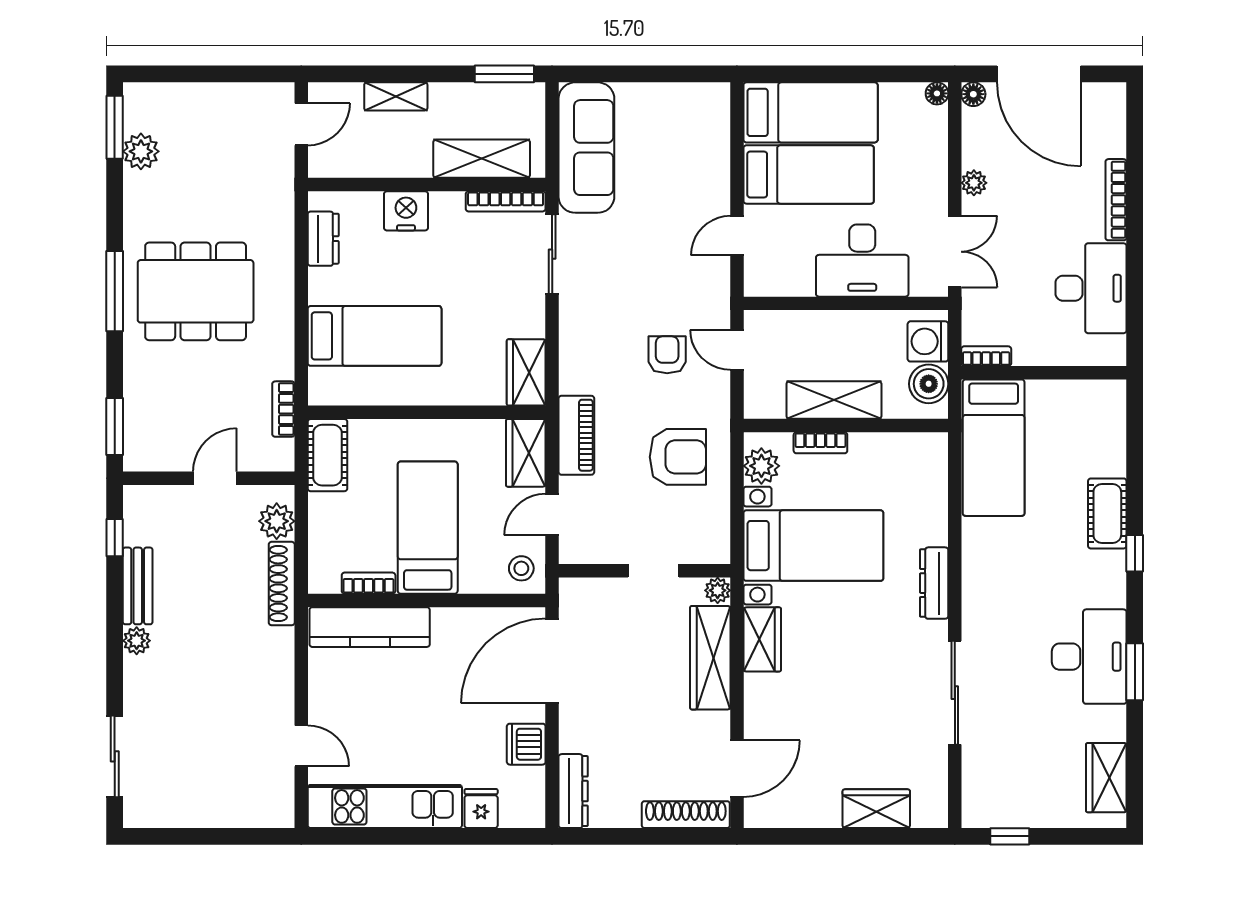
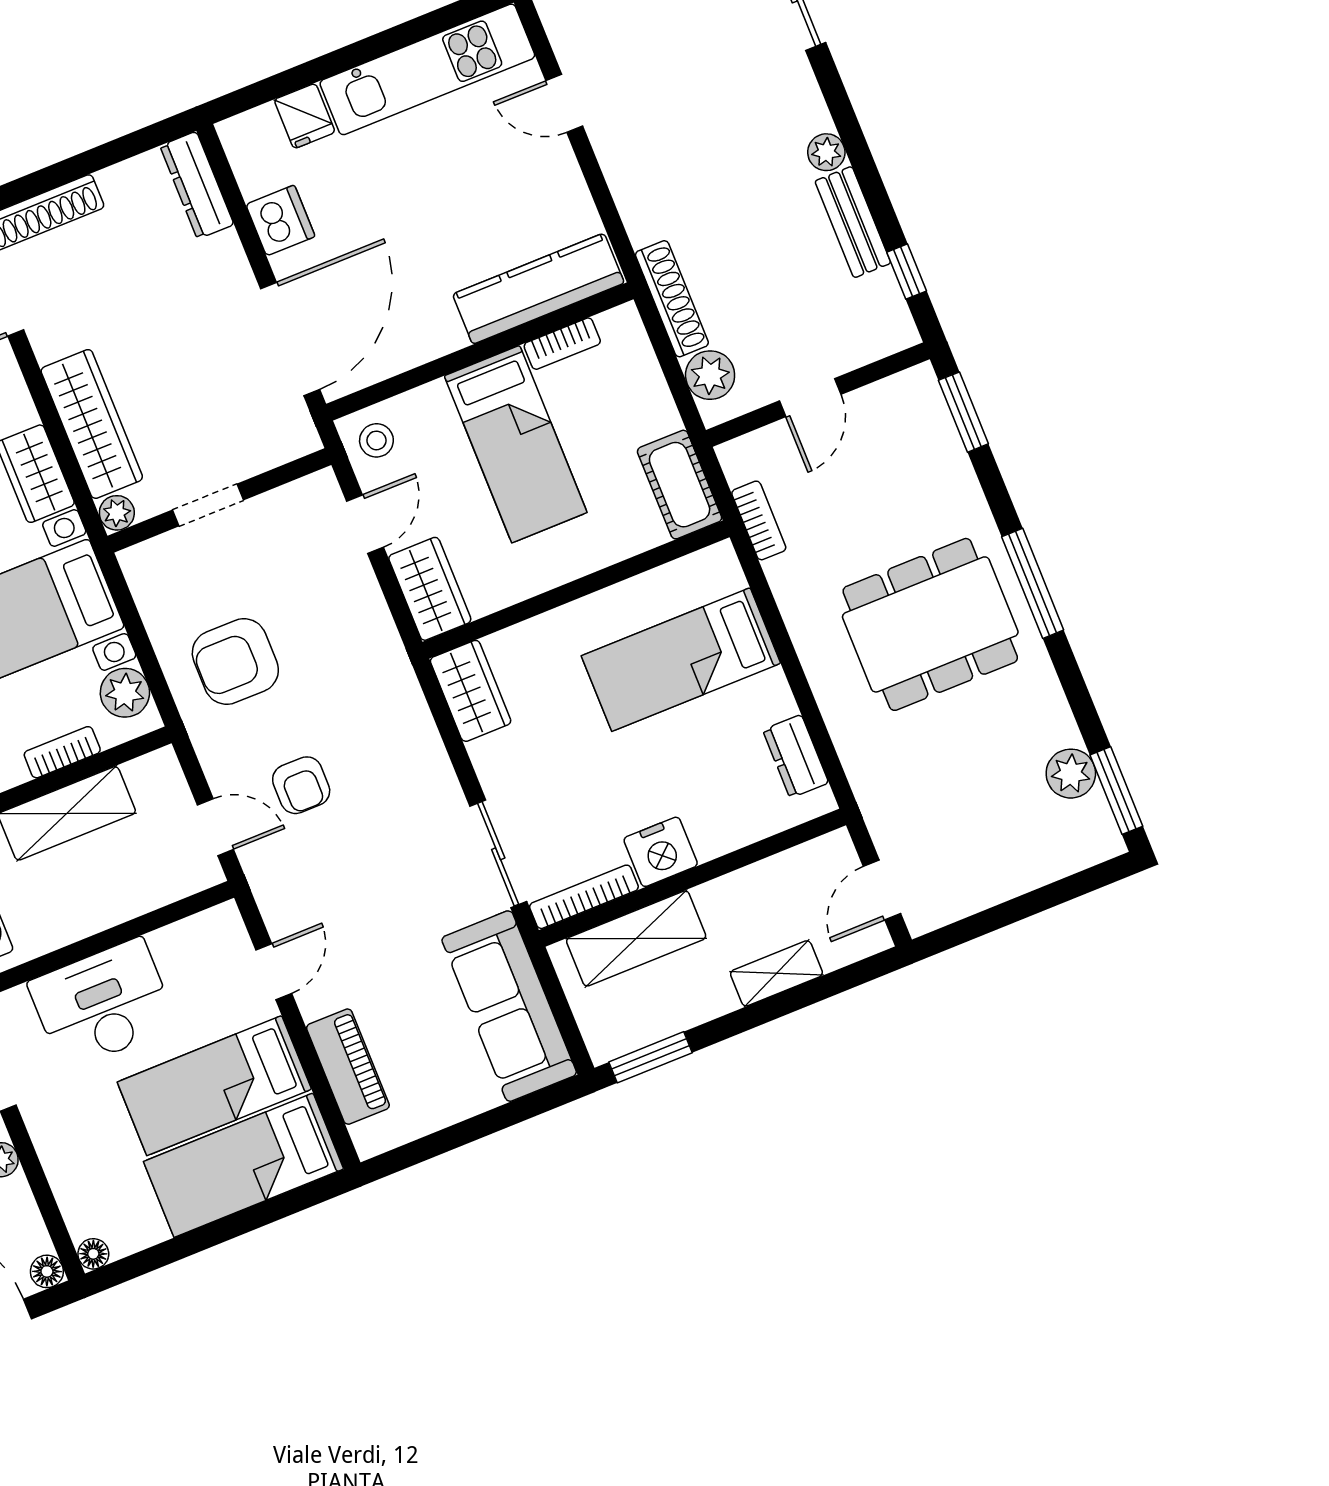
nightstand: (406, 211) -> (661, 852), moved
piano: (576, 435) -> (348, 1067), moved, turned 180

